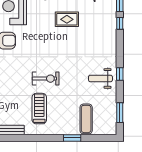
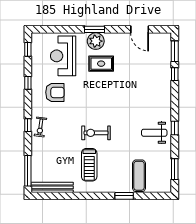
rug: (67, 19) -> (101, 64), moved
exercise bike: (46, 79) -> (96, 133), turned 180
treadmill: (39, 109) -> (89, 165), turned 180

